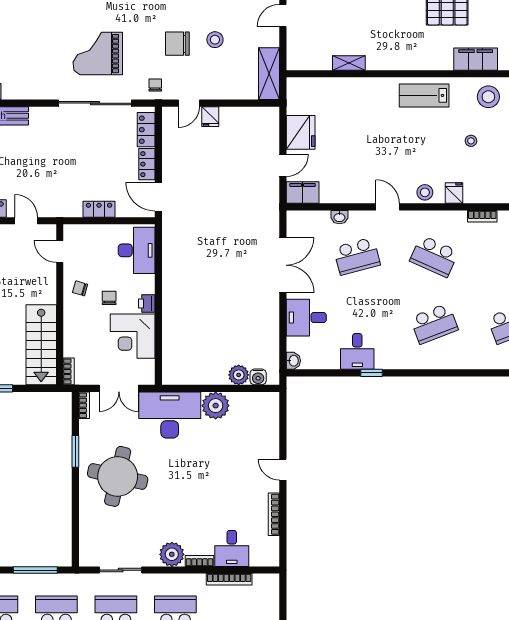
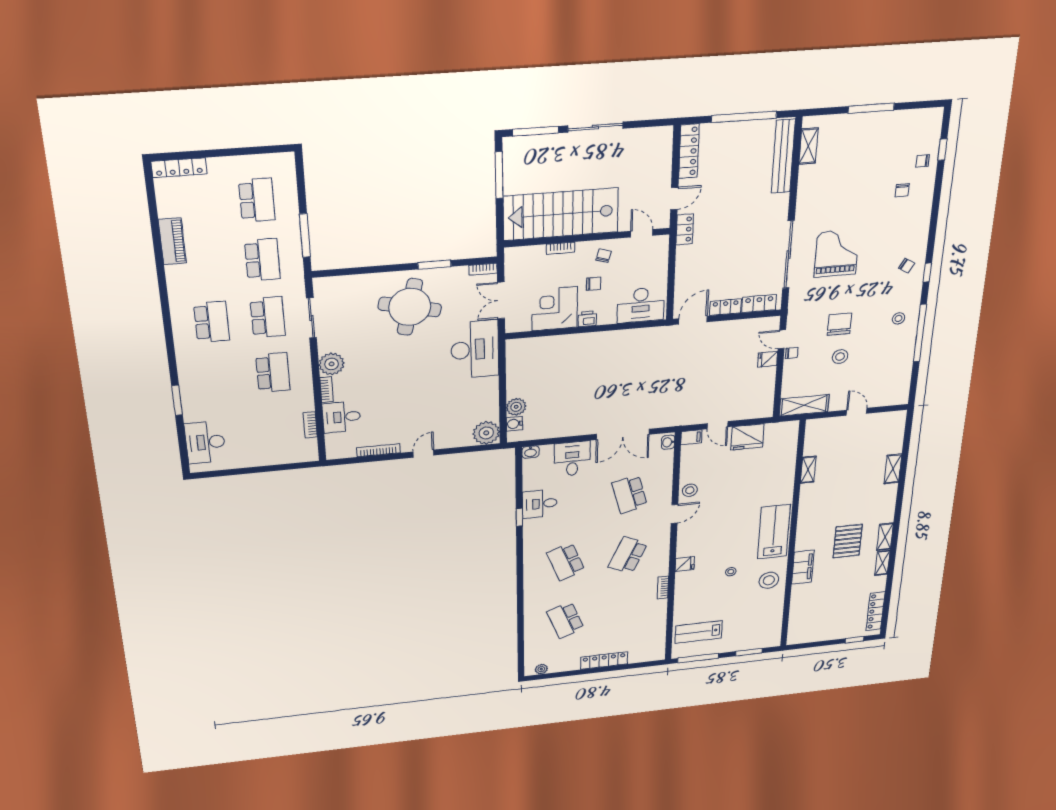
chair: (155, 85) -> (792, 353), moved
lab bench: (424, 95) -> (774, 532), width x1.36, depth x1.39
stool: (425, 192) -> (690, 490), moved
filing cabinet: (303, 193) -> (691, 437), width x0.50
locker: (99, 209) -> (685, 229), moved
washbasin: (339, 217) -> (668, 442), moved
door: (60, 251) -> (642, 233), hinge flipped
stairs: (41, 345) -> (561, 214), width x1.36, depth x1.51
bookcase: (69, 371) -> (561, 248), moved
plant: (216, 406) -> (486, 433), moved
bookcase: (229, 579) -> (310, 425), width x0.64

